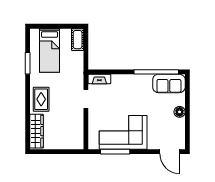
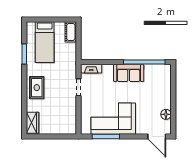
sofa: (169, 83) -> (129, 73), moved
floor lamp: (180, 112) -> (166, 114), moved
wardrobe: (37, 131) -> (32, 123), width x0.67

